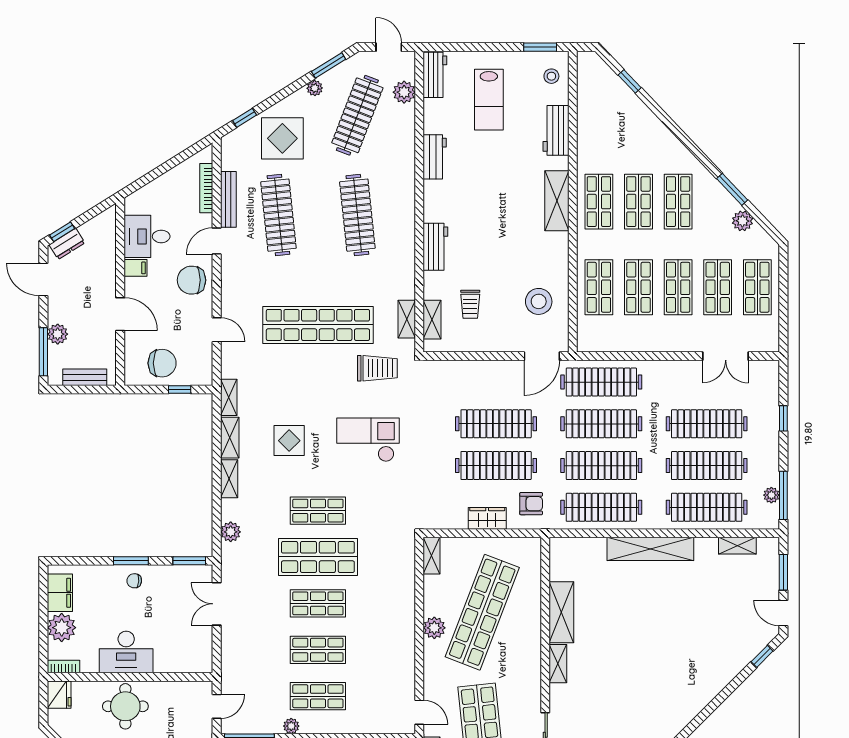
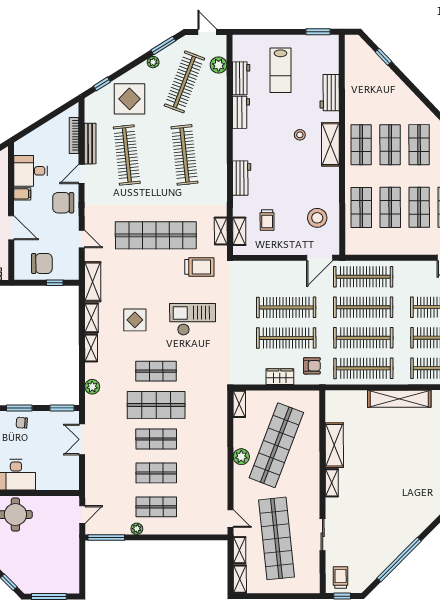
workbench: (435, 75) -> (241, 78), moved
stool: (551, 76) -> (300, 135), moved
shelving: (229, 397) -> (93, 282), width x1.50, depth x1.33

